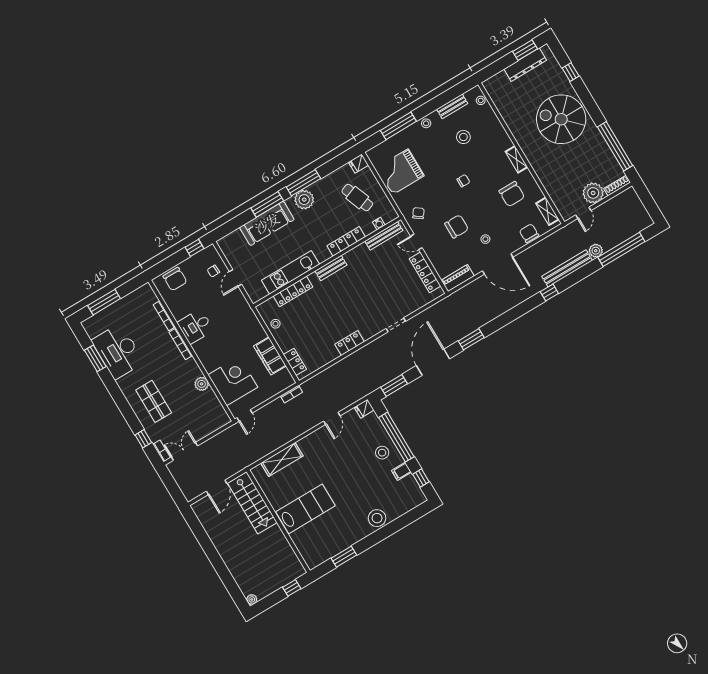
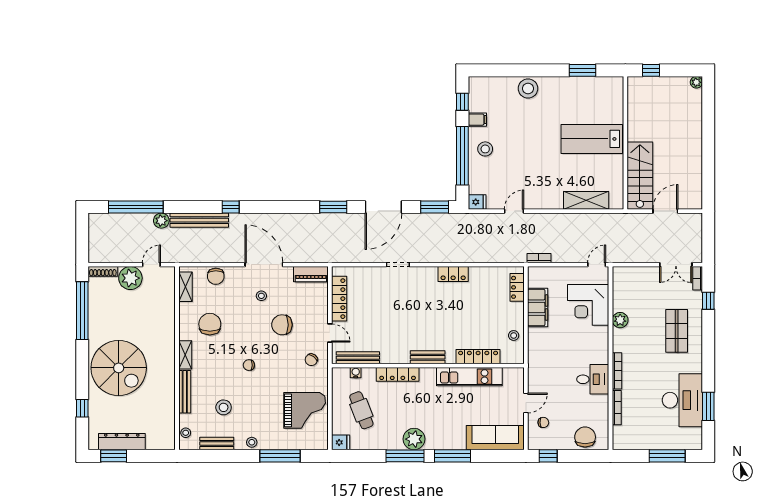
bench: (500, 131) -> (185, 392), added
sofa: (267, 223) -> (495, 438), moved

